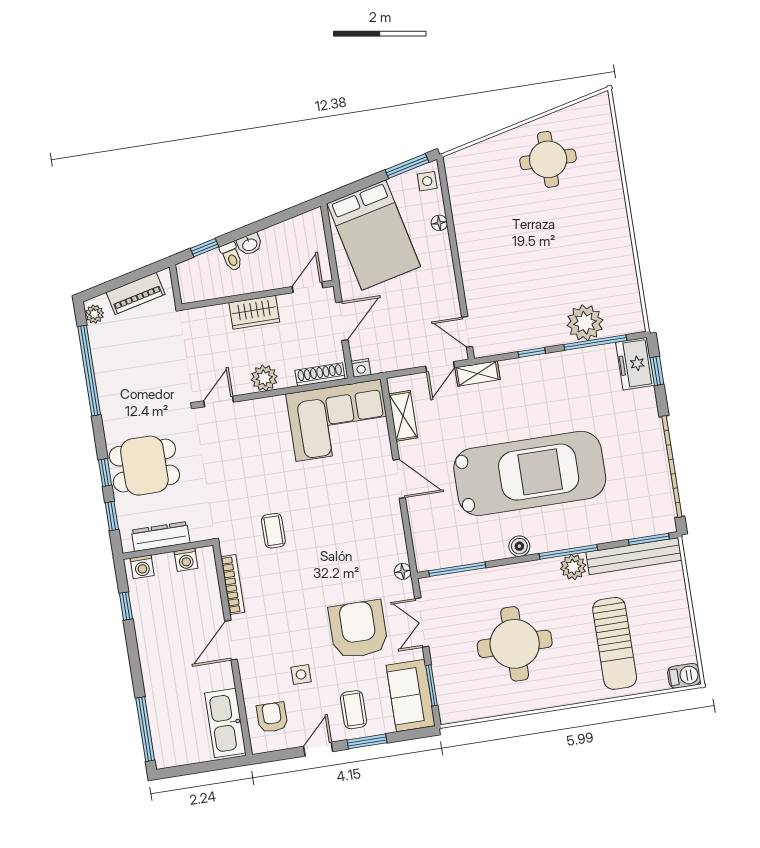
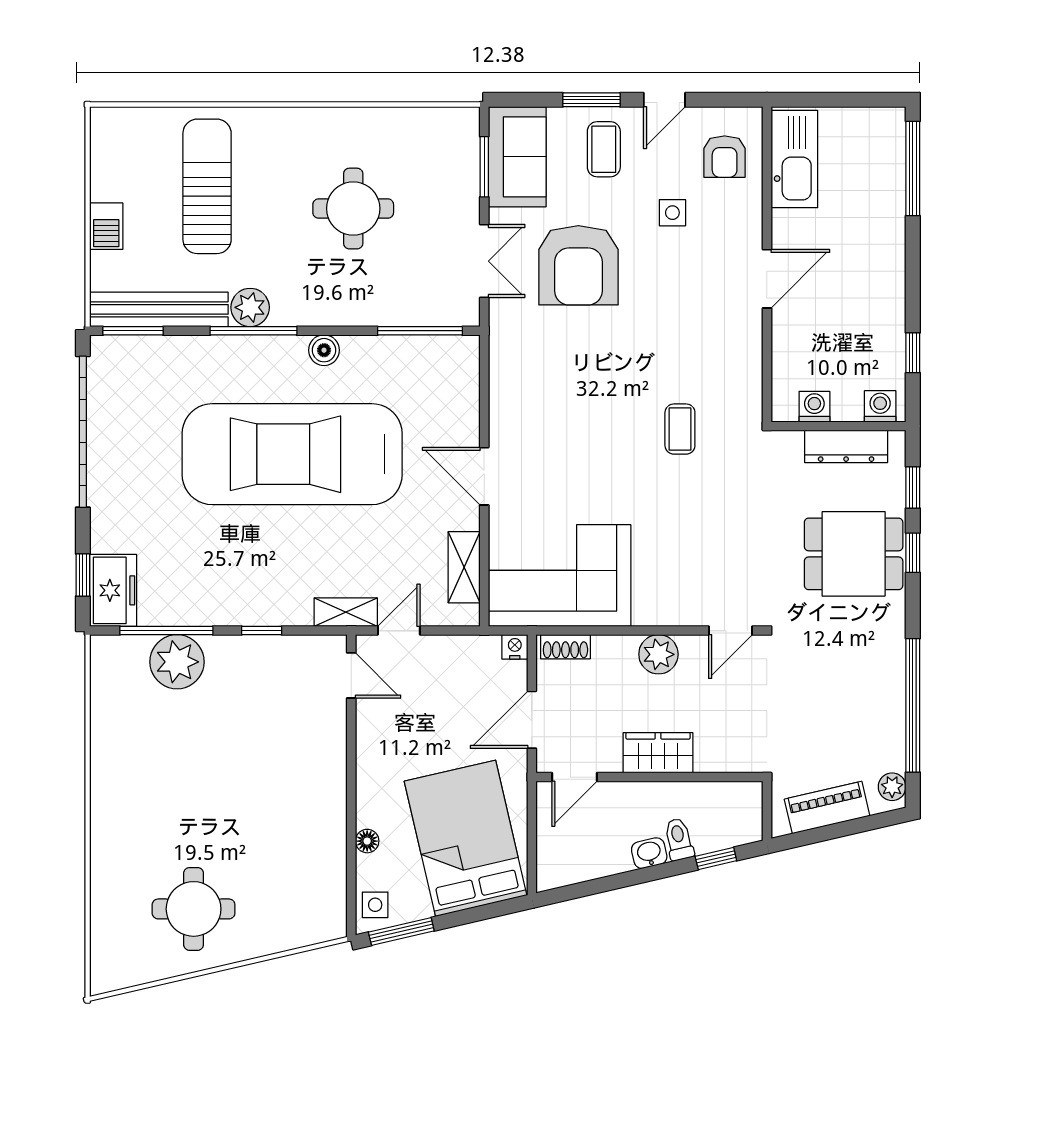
shoe rack: (320, 375) -> (565, 647), width x0.70
floor lamp: (403, 571) -> (500, 340), removed
bookcase: (233, 585) -> (752, 360), removed
round table: (515, 644) -> (353, 209), width x0.73, depth x0.73
barbecue: (684, 676) -> (106, 226), moved, turned -90

